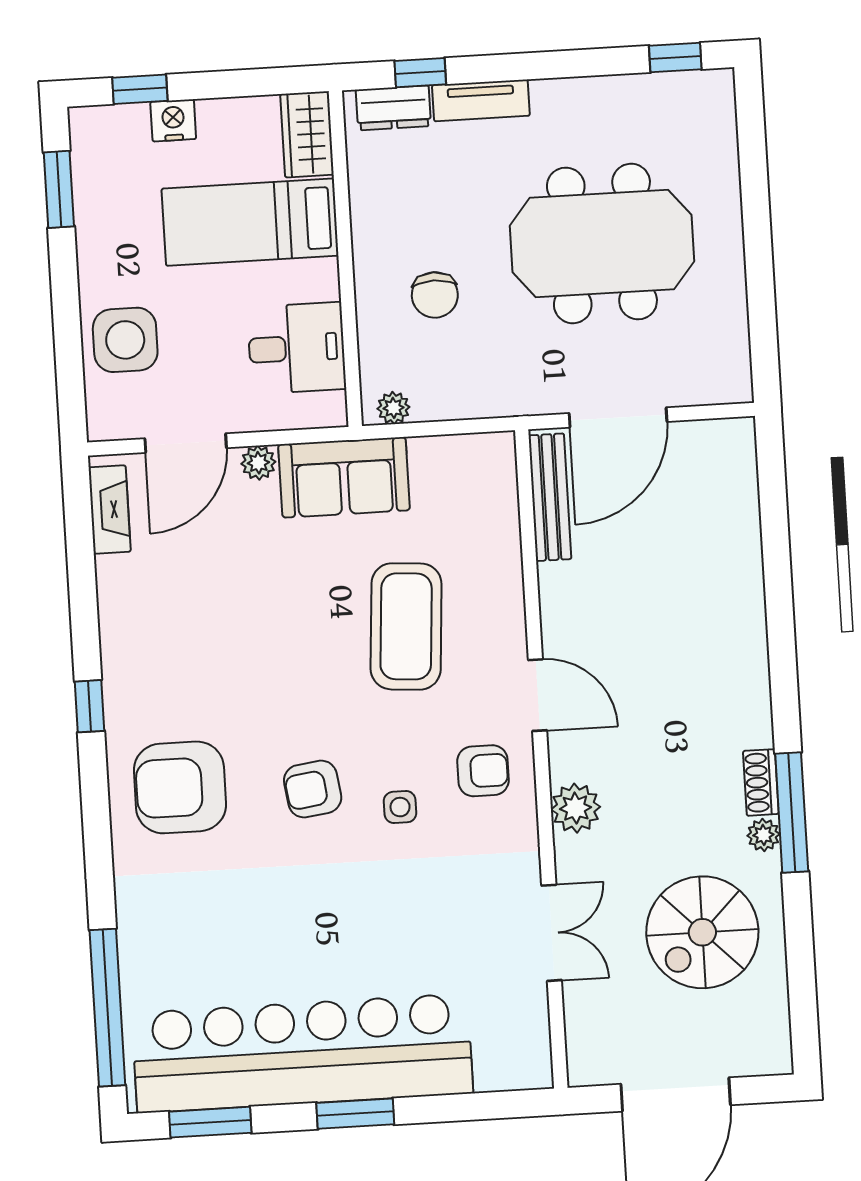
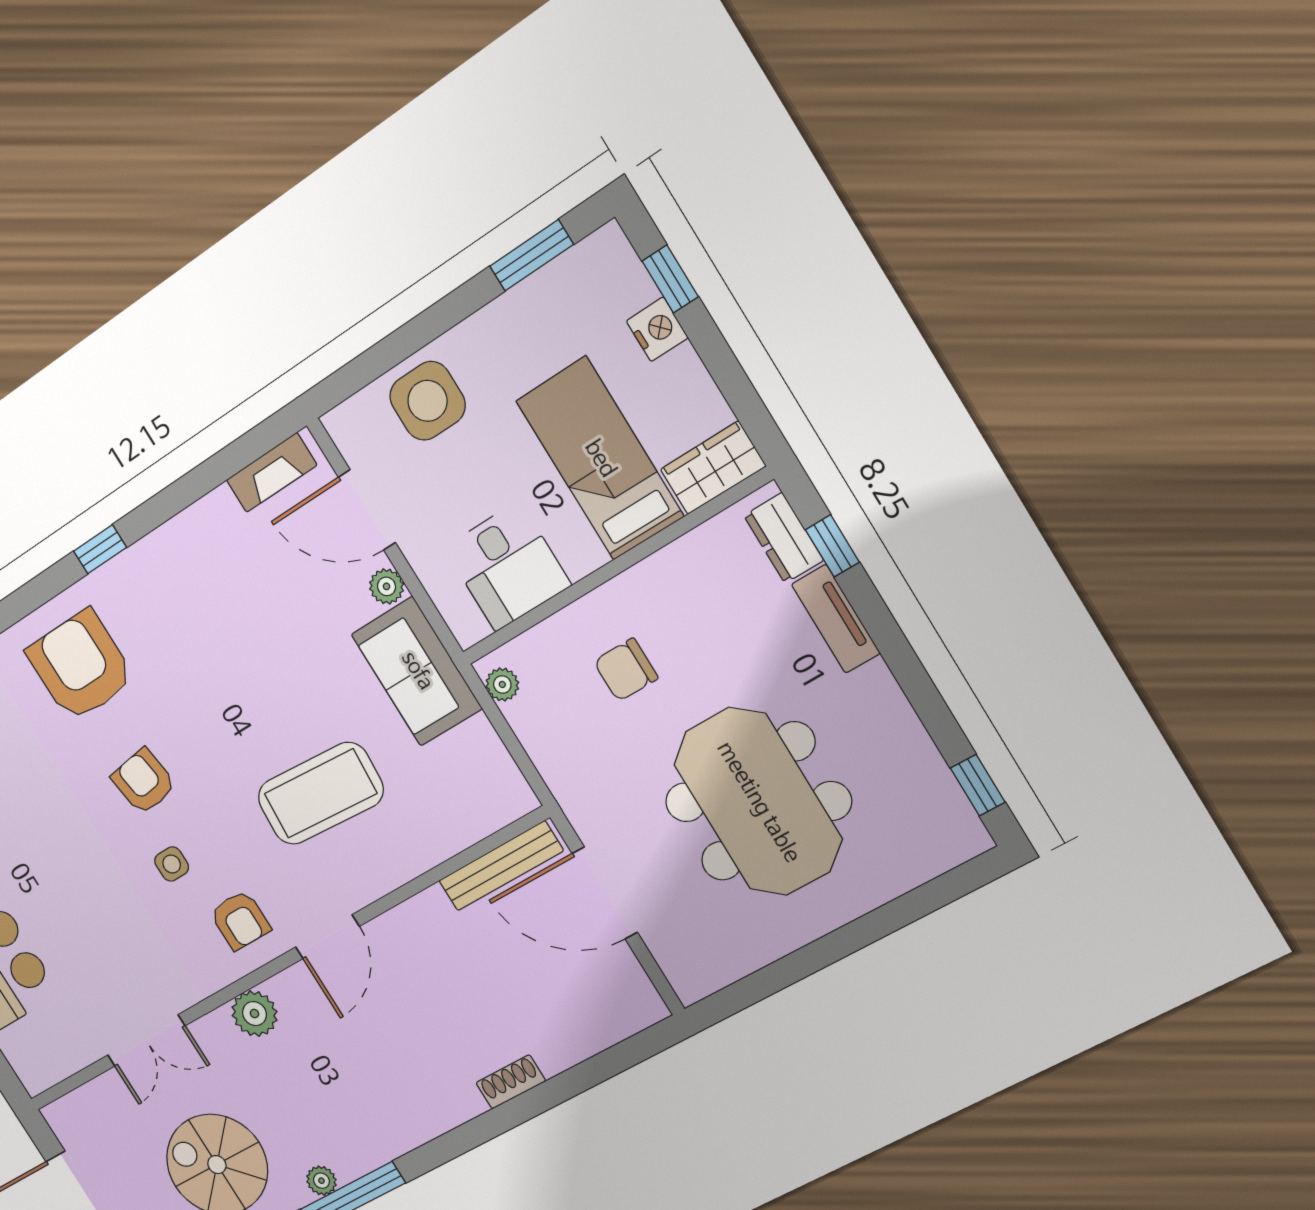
shoe rack: (761, 782) -> (511, 1082), moved

